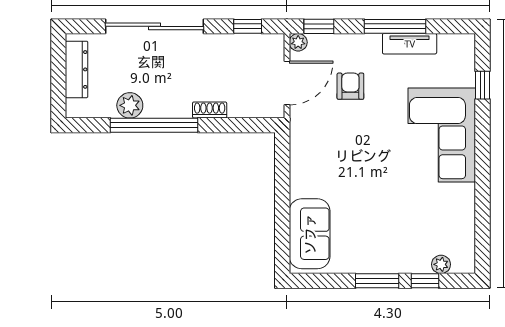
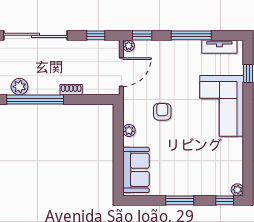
tv unit: (410, 44) -> (219, 47), moved
armchair: (350, 86) -> (162, 112), moved
plant: (299, 173) -> (129, 130), added
plant: (441, 264) -> (237, 190), moved
window: (425, 281) -> (225, 200), moved

